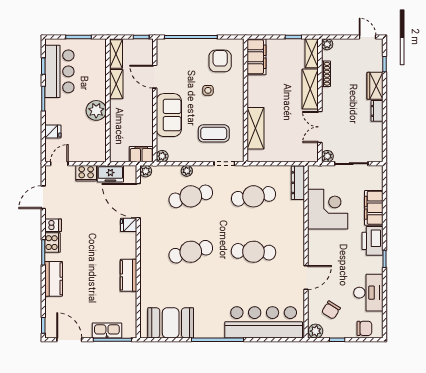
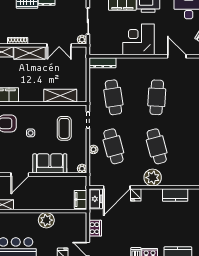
shelving: (116, 84) -> (26, 205), removed
filing cabinet: (141, 154) -> (80, 199), moved
plant: (146, 171) -> (153, 178), moved, width x1.87, depth x1.87
freezer: (110, 174) -> (96, 199), moved
corner desk: (328, 209) -> (139, 39), moved

